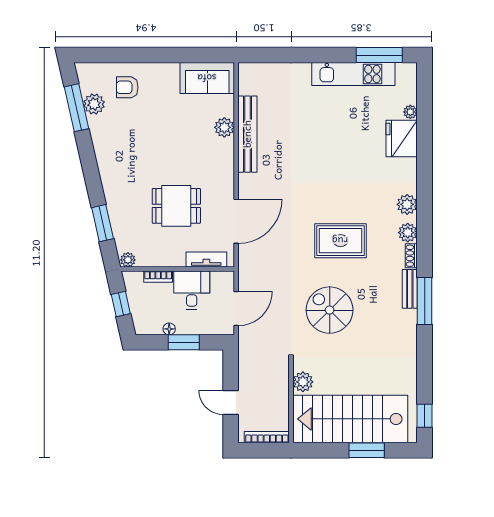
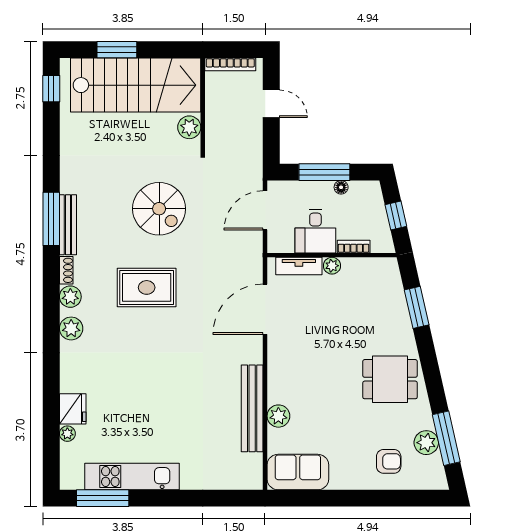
fridge: (402, 139) -> (73, 409), width x0.73, depth x0.75
dining table: (176, 206) -> (390, 379), moved
plant: (128, 260) -> (332, 266), moved
bench: (410, 289) -> (68, 225), width x1.36
window: (184, 342) -> (324, 172), width x1.44

